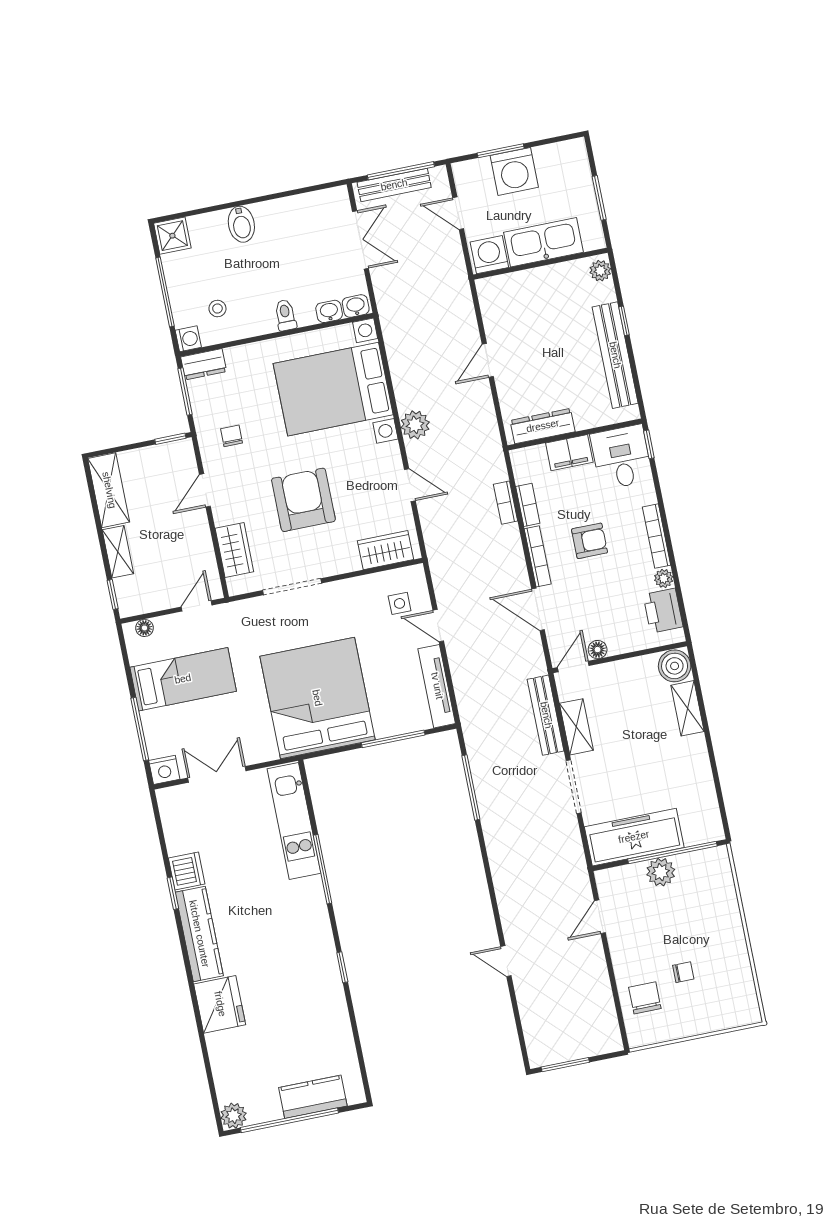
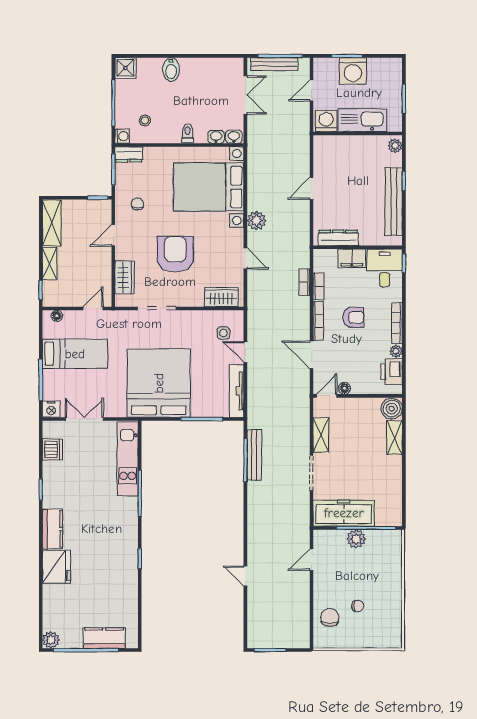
door: (458, 213) -> (311, 90), hinge flipped
bench: (546, 715) -> (254, 455), moved
dishwasher: (187, 871) -> (52, 449), moved
kitchen counter: (199, 934) -> (52, 529), width x0.67

